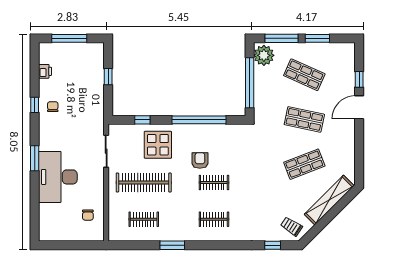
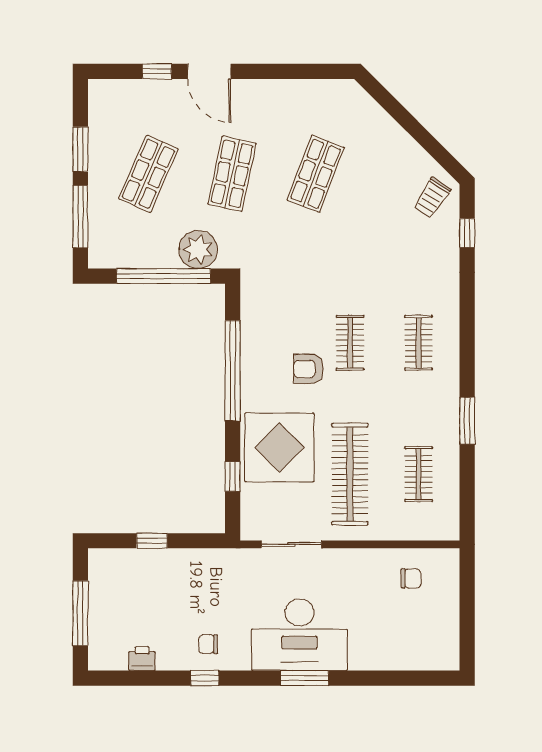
plant: (264, 55) -> (198, 249), moved
display table: (158, 145) -> (279, 448), width x1.36, depth x1.36
shop shelf: (304, 164) -> (316, 174), turned 42
desk: (58, 177) -> (299, 635), moved
shelving: (329, 200) -> (383, 127), removed

